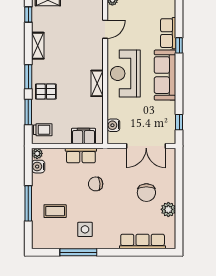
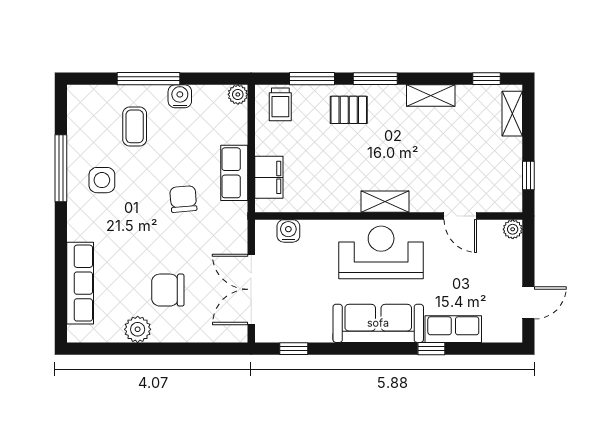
shelving: (97, 83) -> (385, 202), moved
pallet: (46, 92) -> (349, 110), turned 90
water cooler: (38, 167) -> (180, 96), moved

